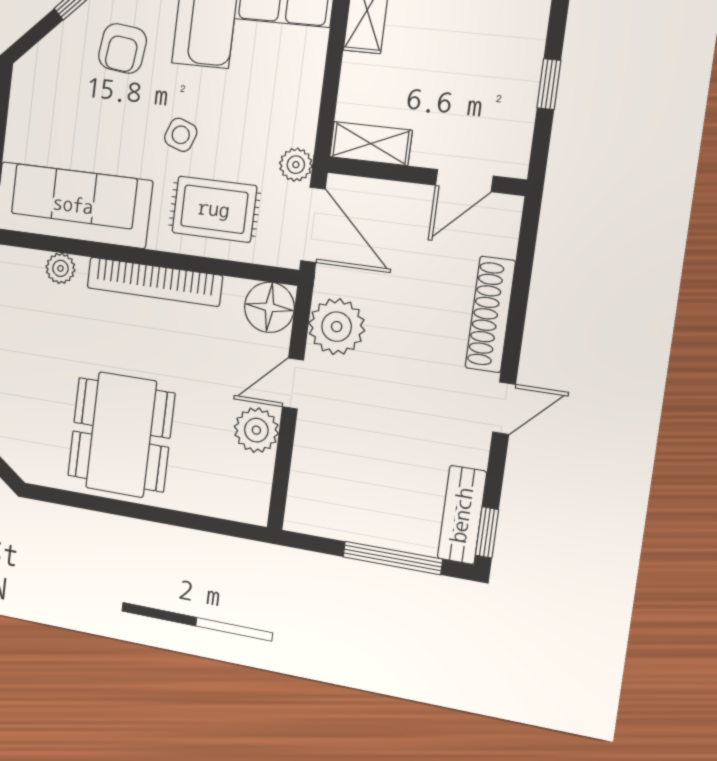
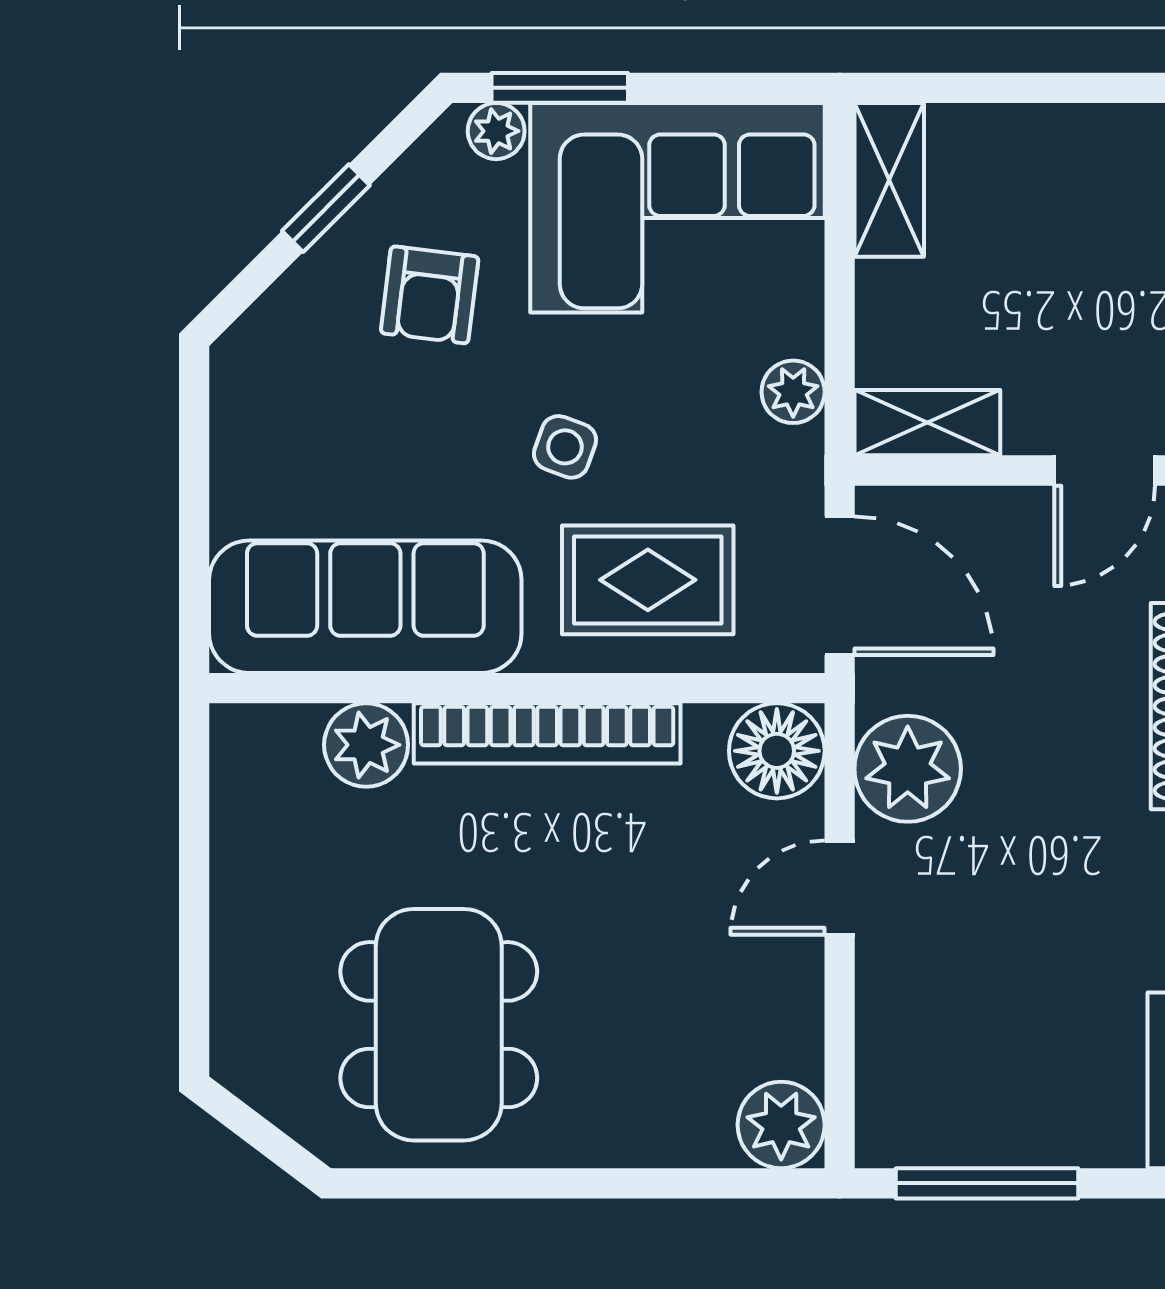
plant: (296, 165) -> (793, 392), moved
plant: (60, 268) -> (366, 745), width x1.38, depth x1.38
plant: (256, 430) -> (781, 1125), moved
dining table: (121, 435) -> (439, 1025), moved
window: (393, 558) -> (987, 1183), moved

